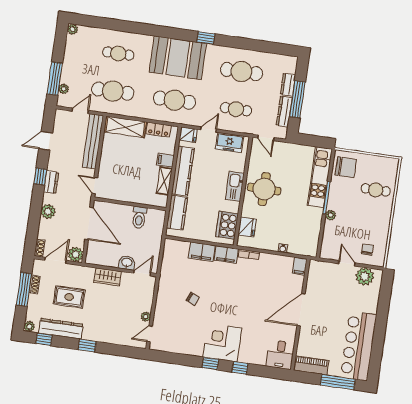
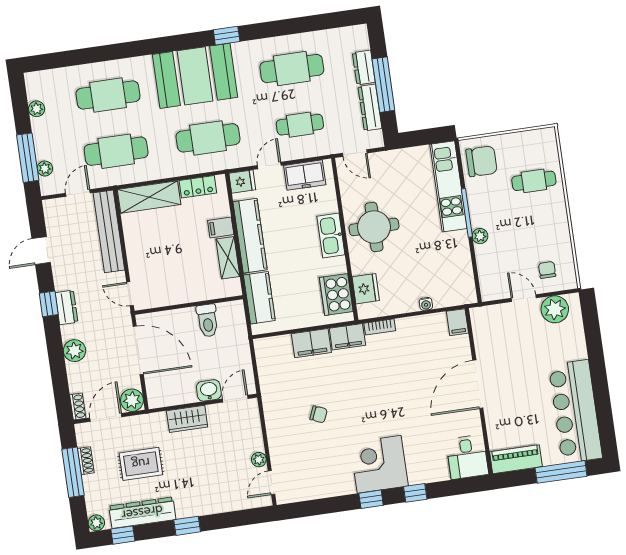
plant: (73, 29) -> (37, 109), moved
cafe table: (118, 54) -> (108, 95), width x1.37, depth x1.35

